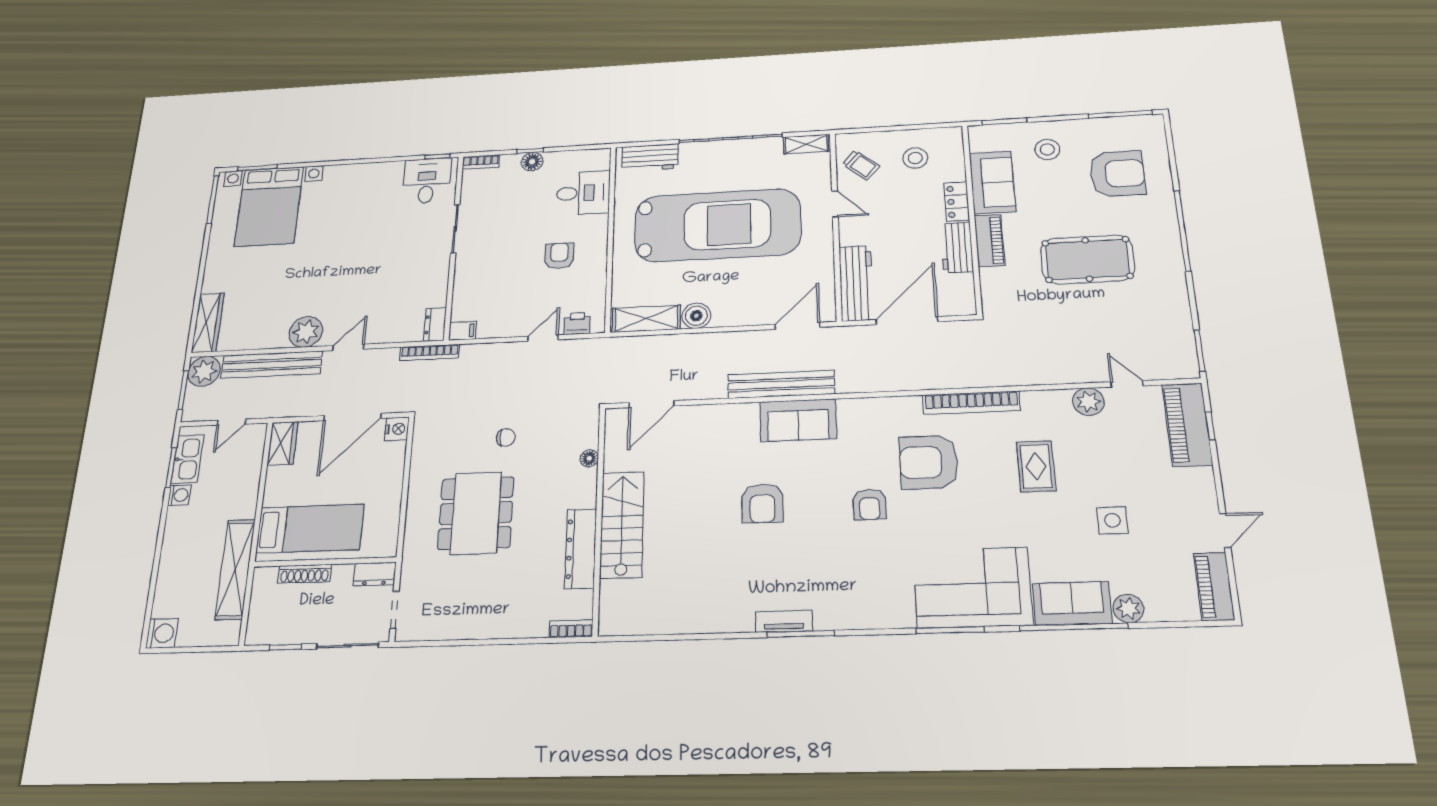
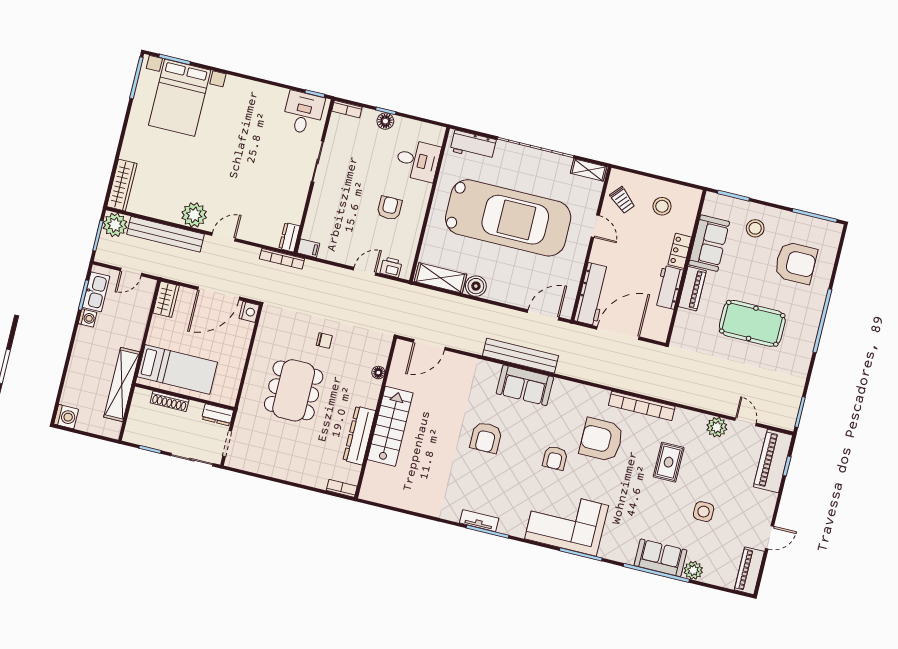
corner sofa: (972, 587) -> (567, 522), moved

